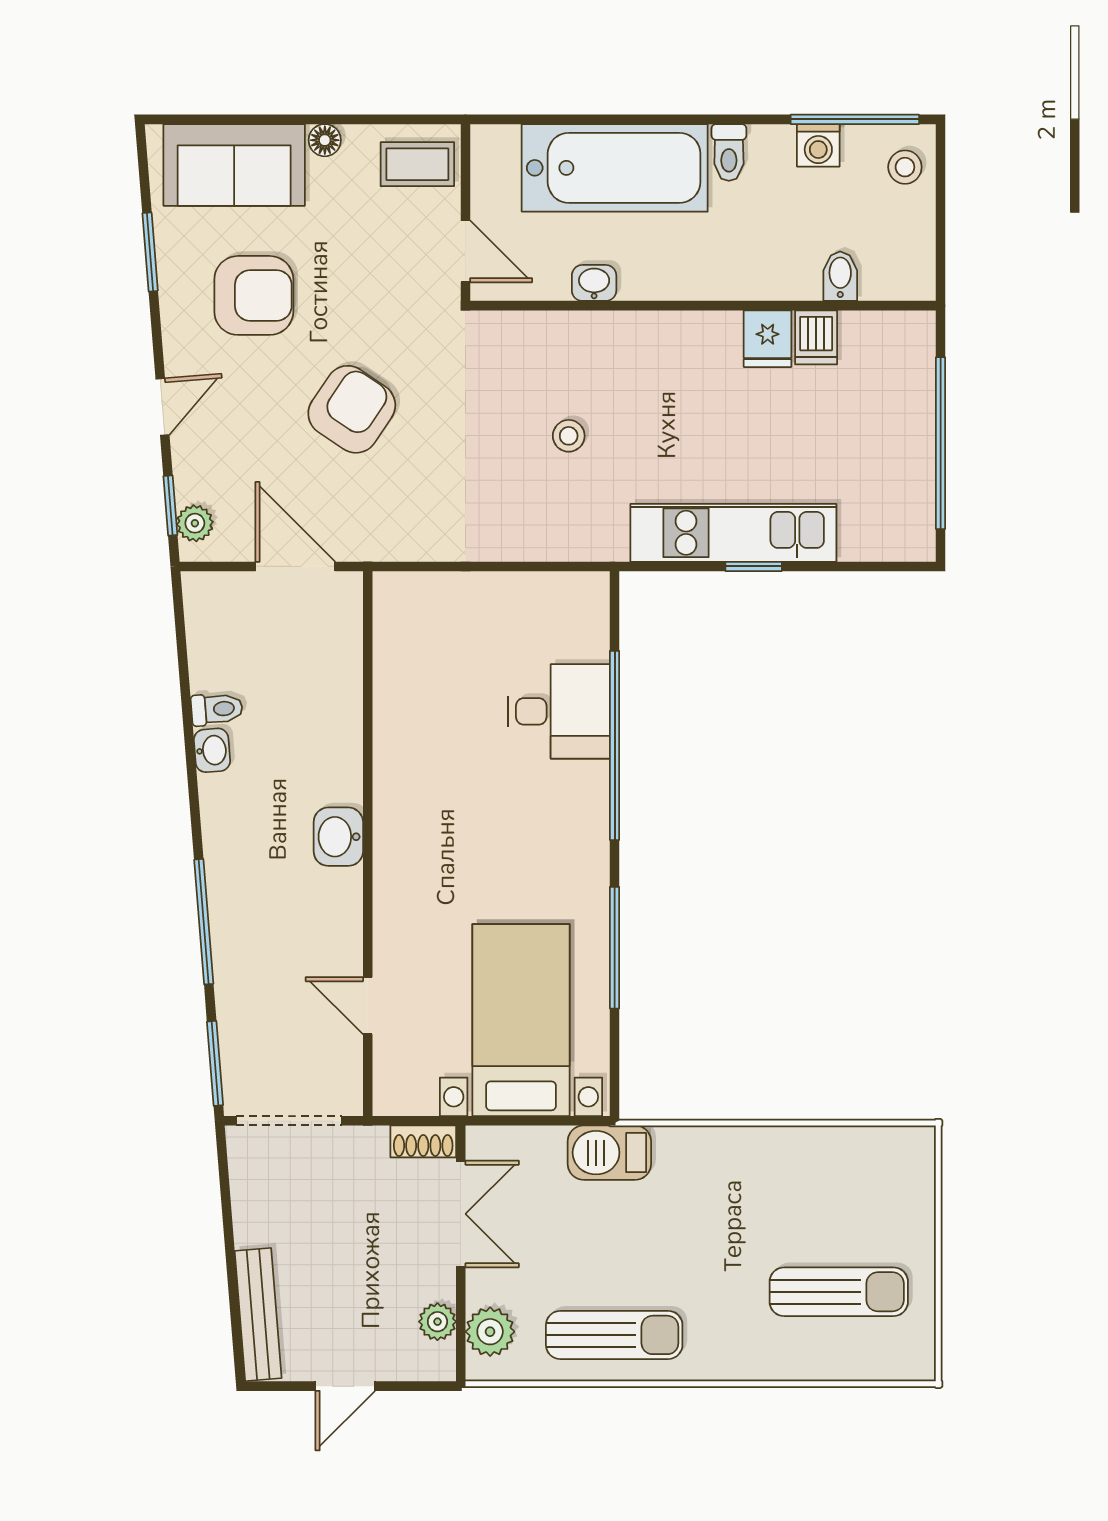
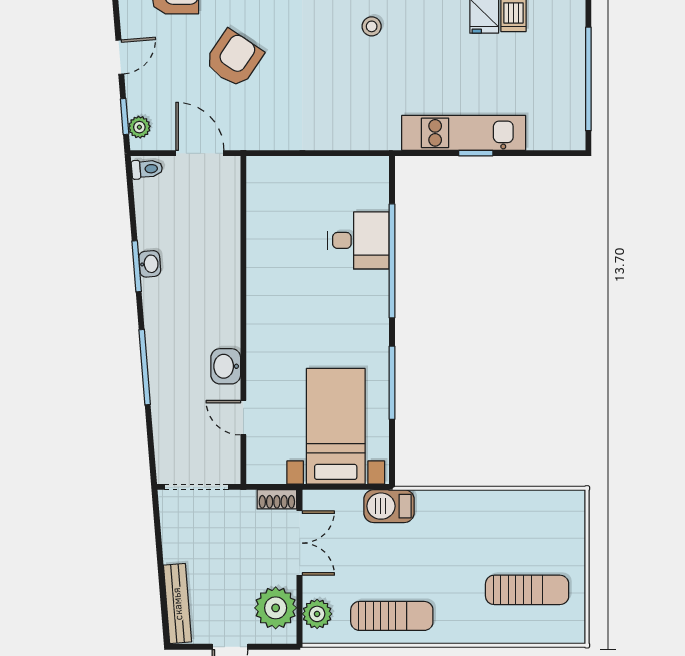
stool: (569, 436) -> (372, 26), moved
toilet: (217, 709) -> (147, 169), moved
washbasin: (338, 837) -> (226, 366), moved
window: (215, 1063) -> (137, 266), moved
plant: (437, 1322) -> (276, 608), width x1.88, depth x1.88

